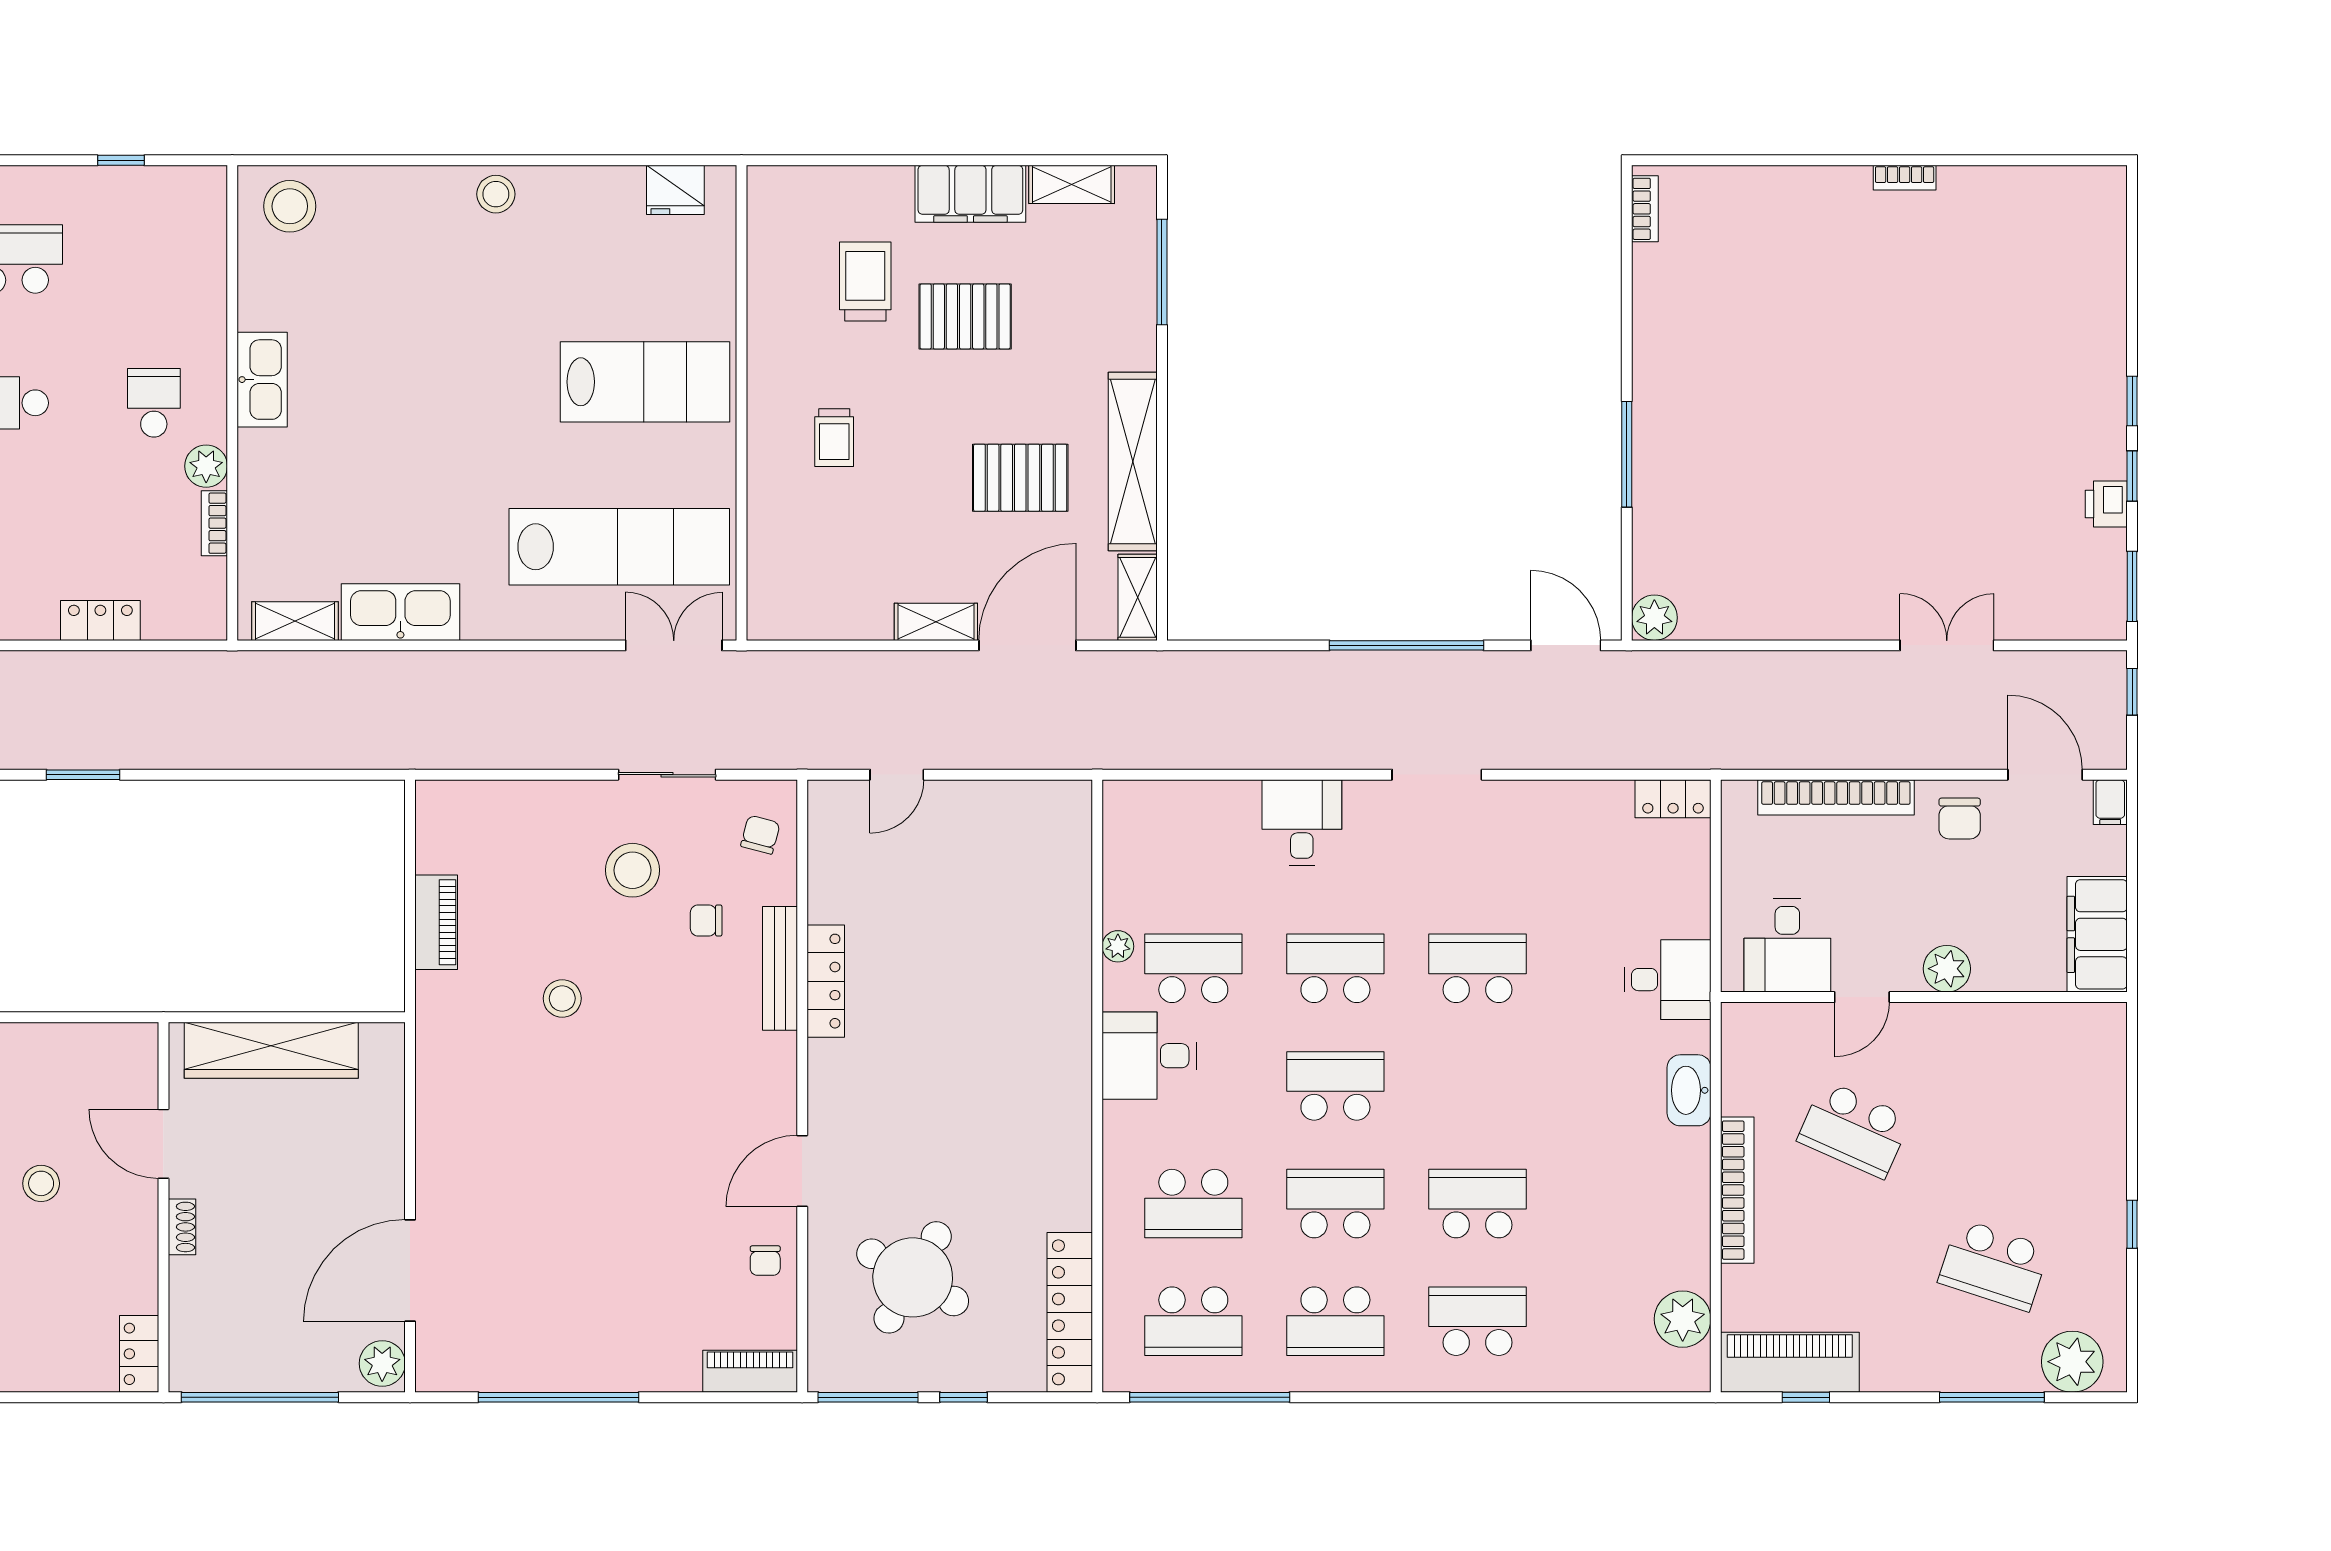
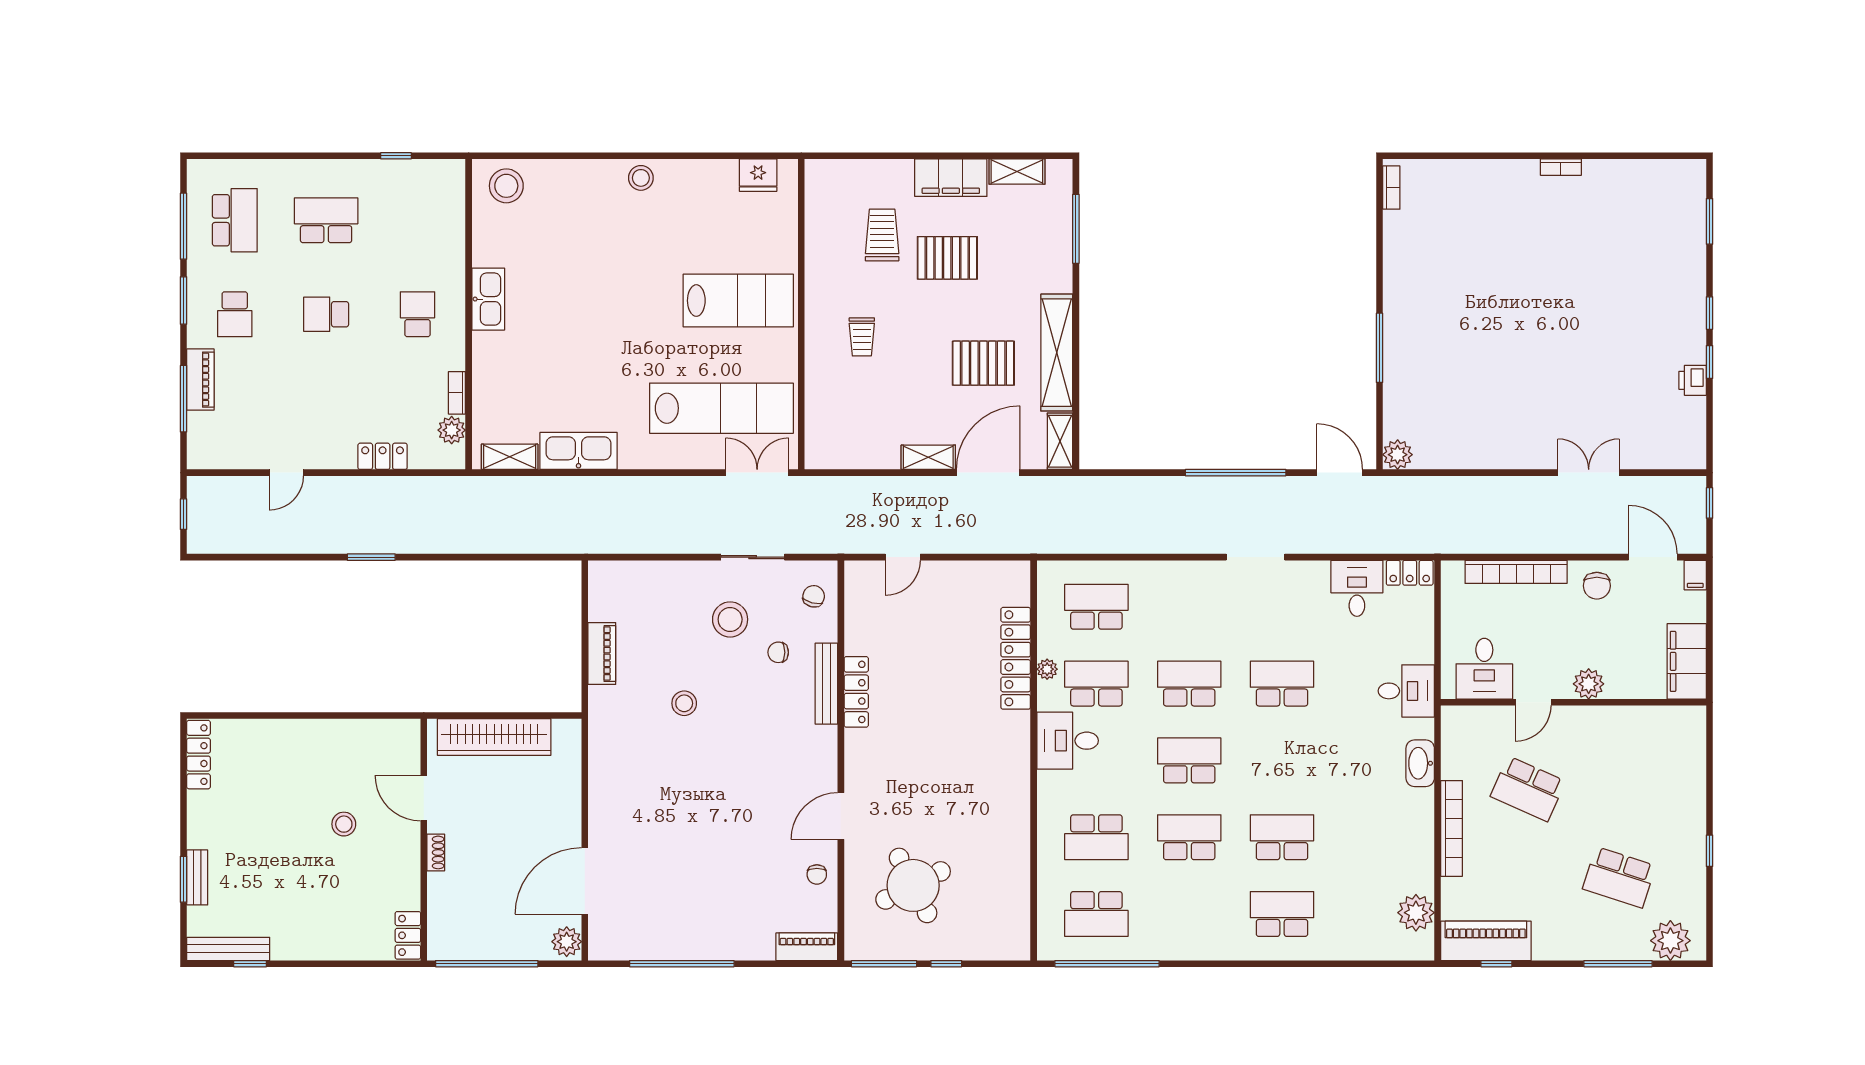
plant: (206, 466) -> (452, 430), moved
window: (2132, 586) -> (1709, 221), moved
desk: (1302, 822) -> (1357, 588), moved
round table: (913, 1277) -> (913, 885), turned 33
locker: (1070, 1312) -> (1016, 658), moved
school desk: (1335, 1321) -> (1096, 607), moved, turned 180

